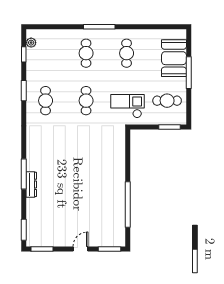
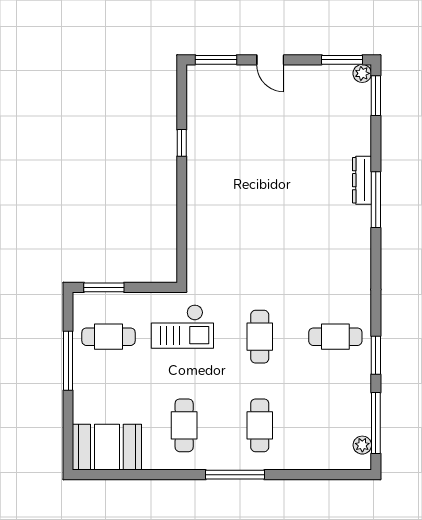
window: (24, 54) -> (376, 423), width x2.17
booth: (174, 58) -> (107, 447), moved, turned 90
window: (189, 73) -> (68, 361), moved
cafe table: (46, 101) -> (335, 337), turned 90
window: (128, 204) -> (182, 143), width x0.32
plant: (31, 242) -> (362, 73), added
door: (80, 249) -> (270, 60), hinge flipped

